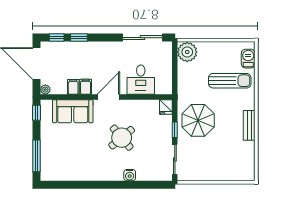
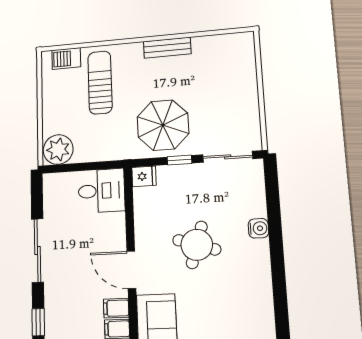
sliding door: (142, 38) -> (37, 251), moved
desk: (141, 80) -> (101, 191), moved
round table: (122, 138) -> (197, 245), turned -33

